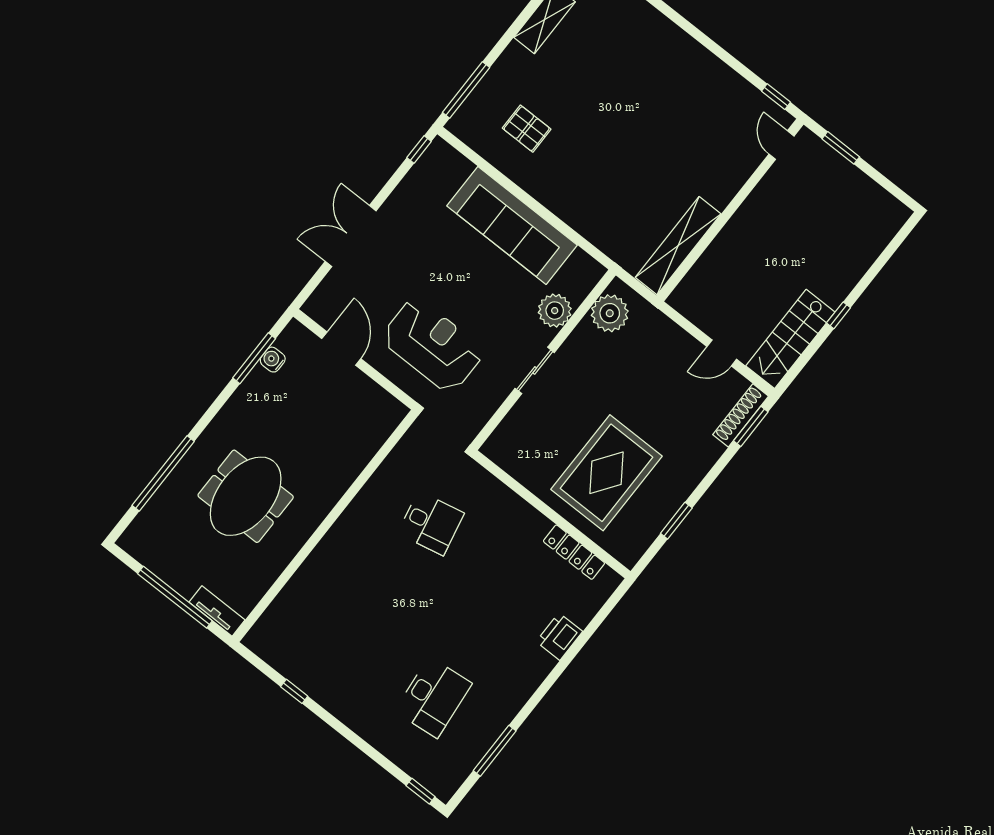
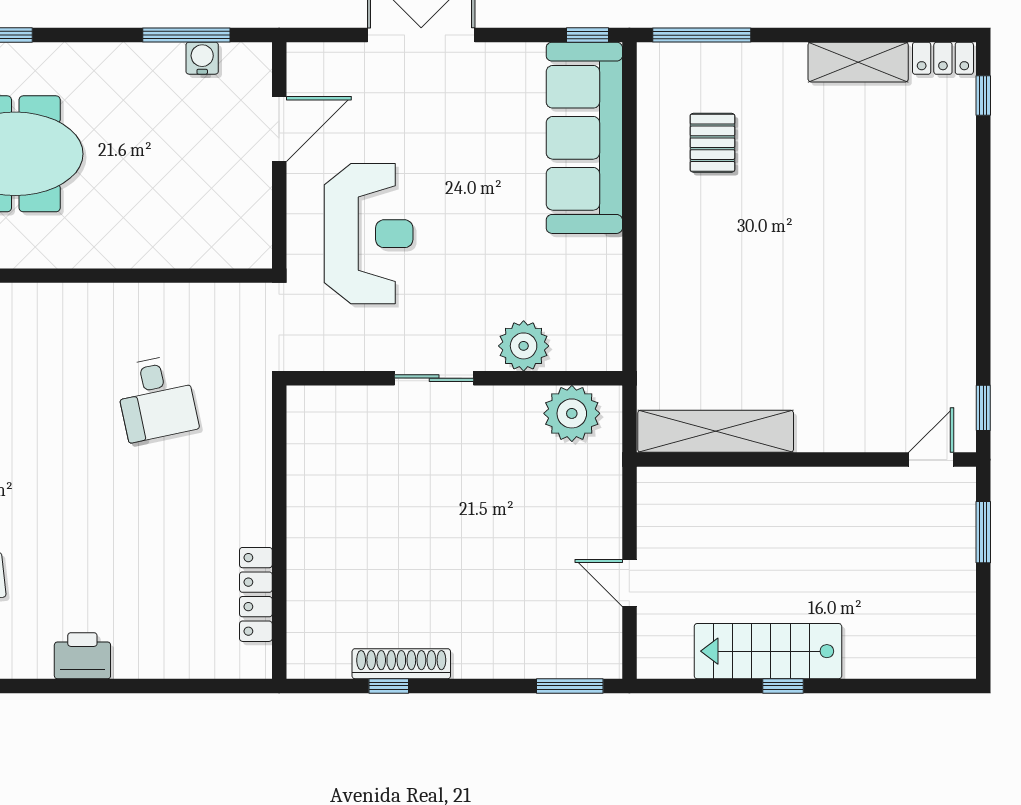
sofa: (512, 225) -> (584, 138), moved
stairs: (790, 339) -> (768, 651), moved
shoe rack: (741, 415) -> (401, 664), moved
rug: (607, 473) -> (380, 559), removed
window: (676, 521) -> (389, 686), width x0.67
printer: (559, 637) -> (82, 656), moved

